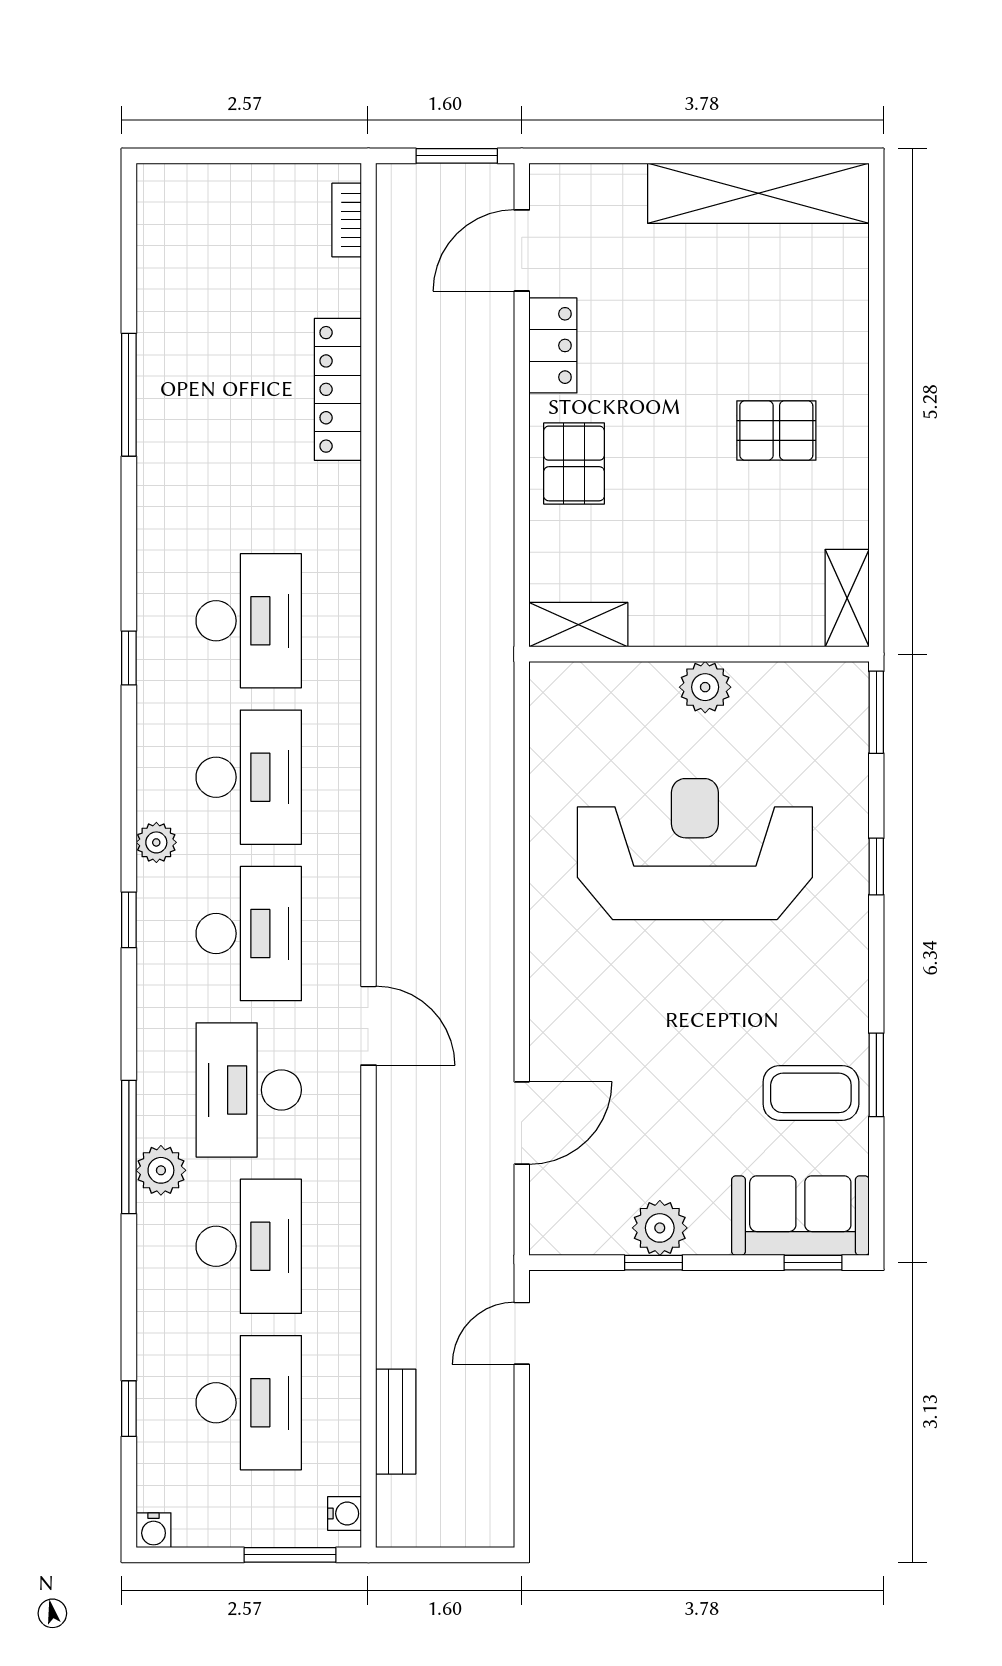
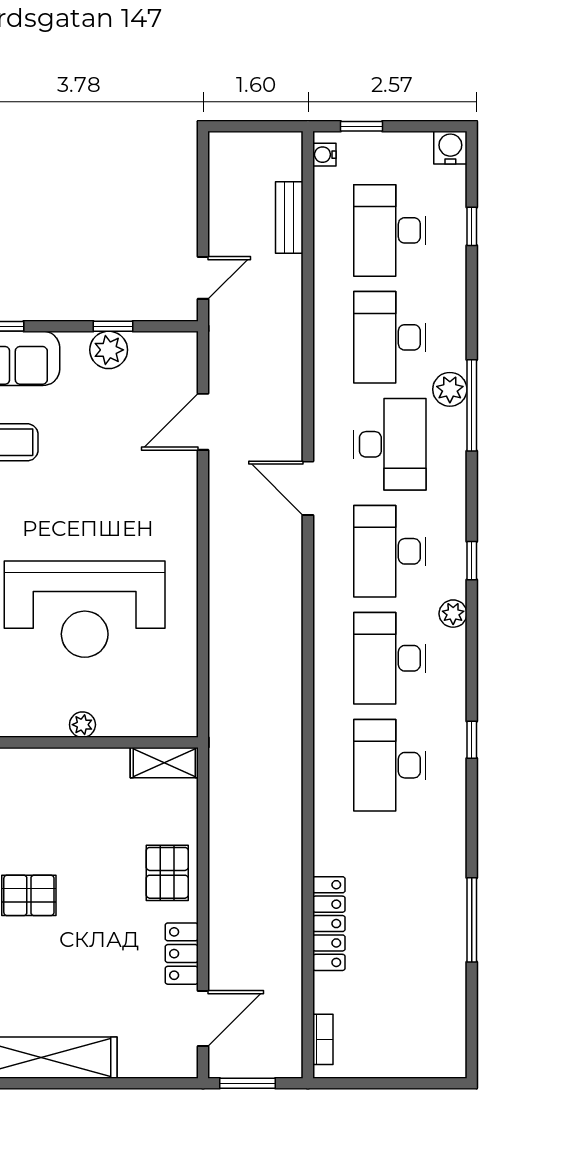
plant: (705, 687) -> (82, 725), width x0.73, depth x0.73
water cooler: (154, 1530) -> (450, 148), width x1.38, depth x1.38
window: (290, 1555) -> (362, 126), width x0.67

